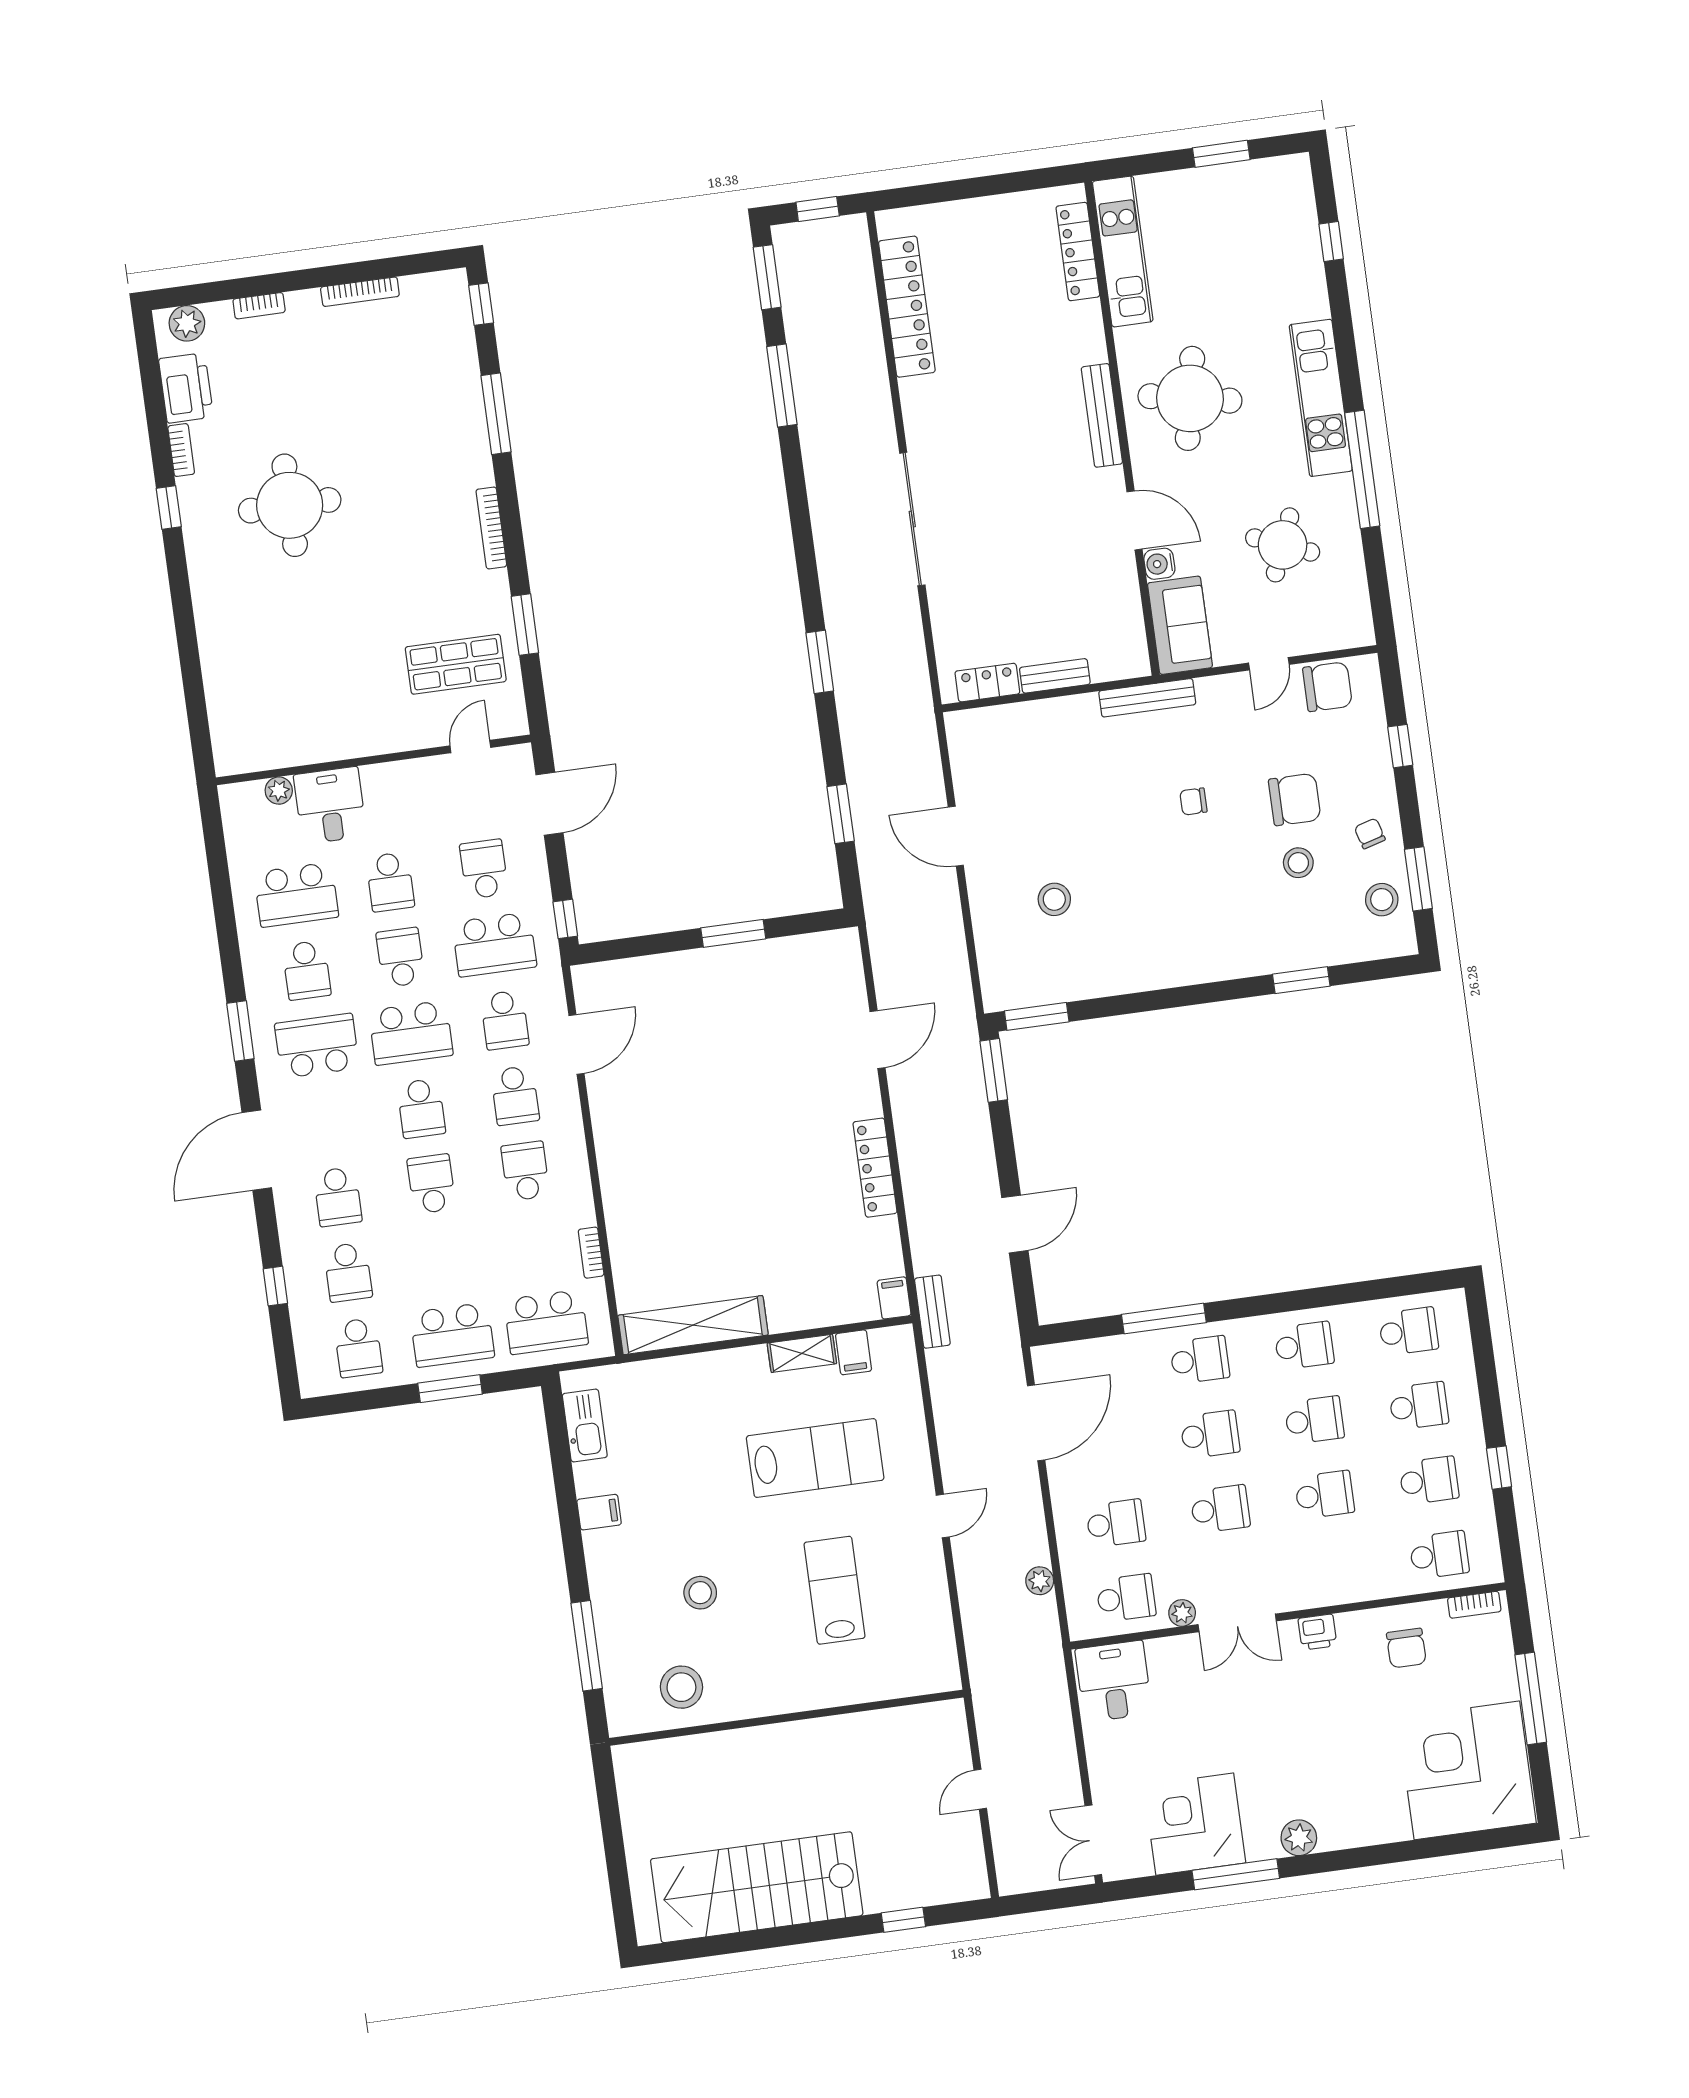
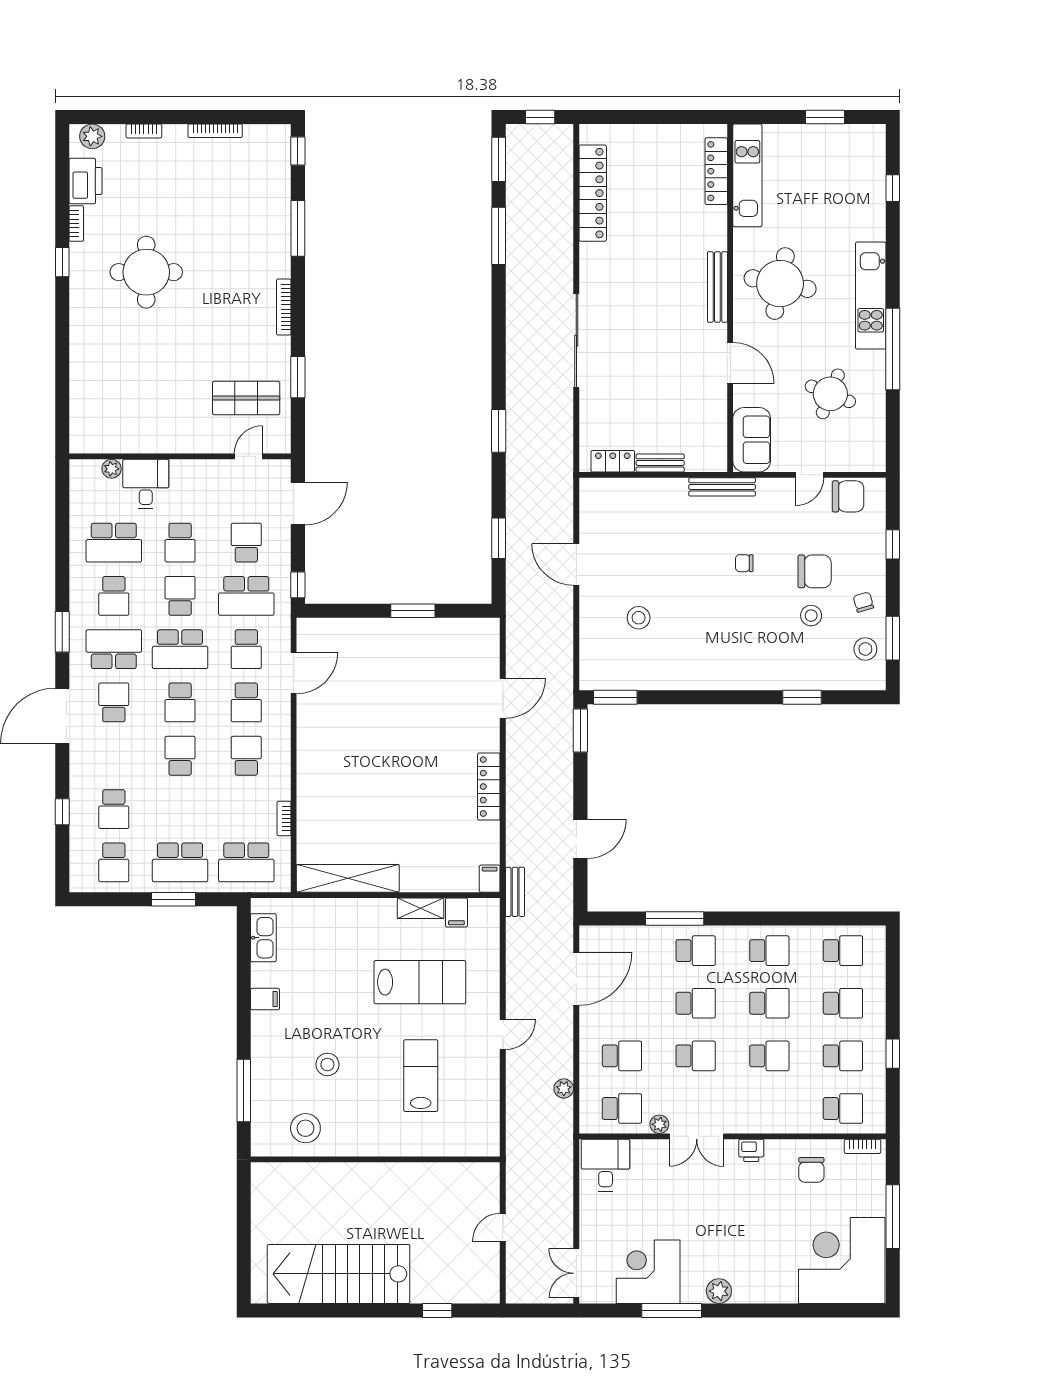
water cooler: (1159, 564) -> (743, 395), removed
school desk: (338, 1197) -> (114, 702), moved, turned 180

